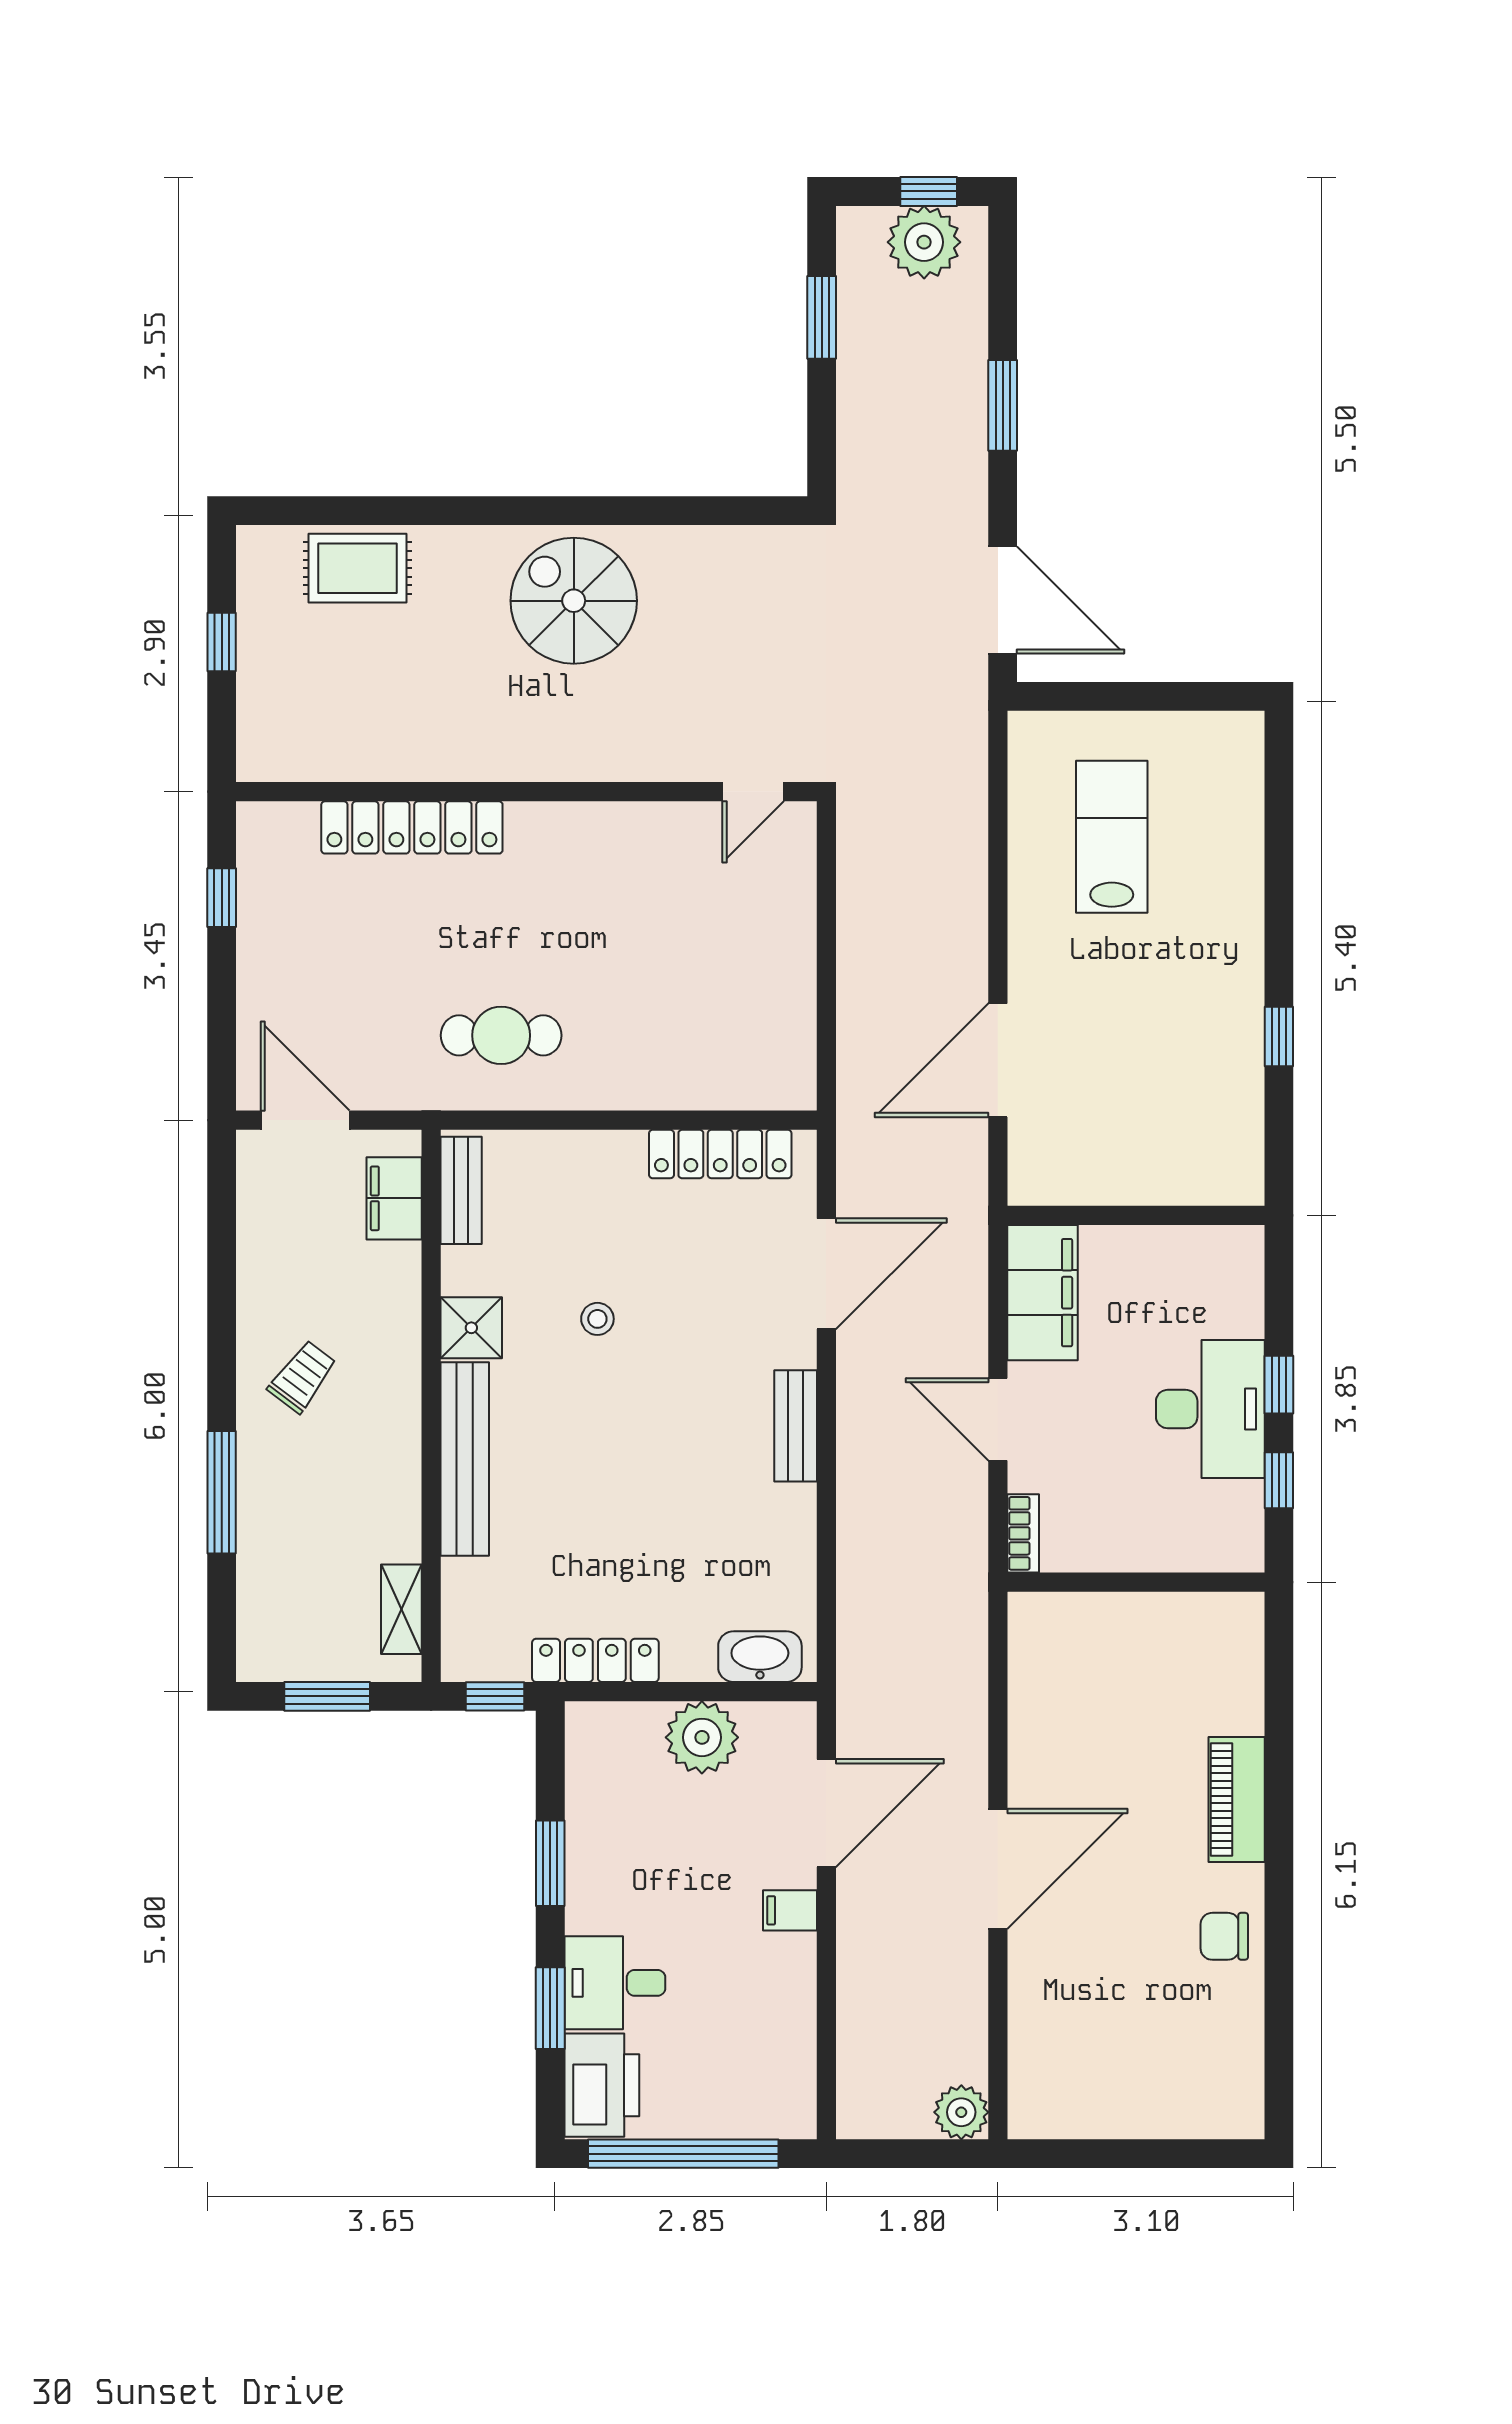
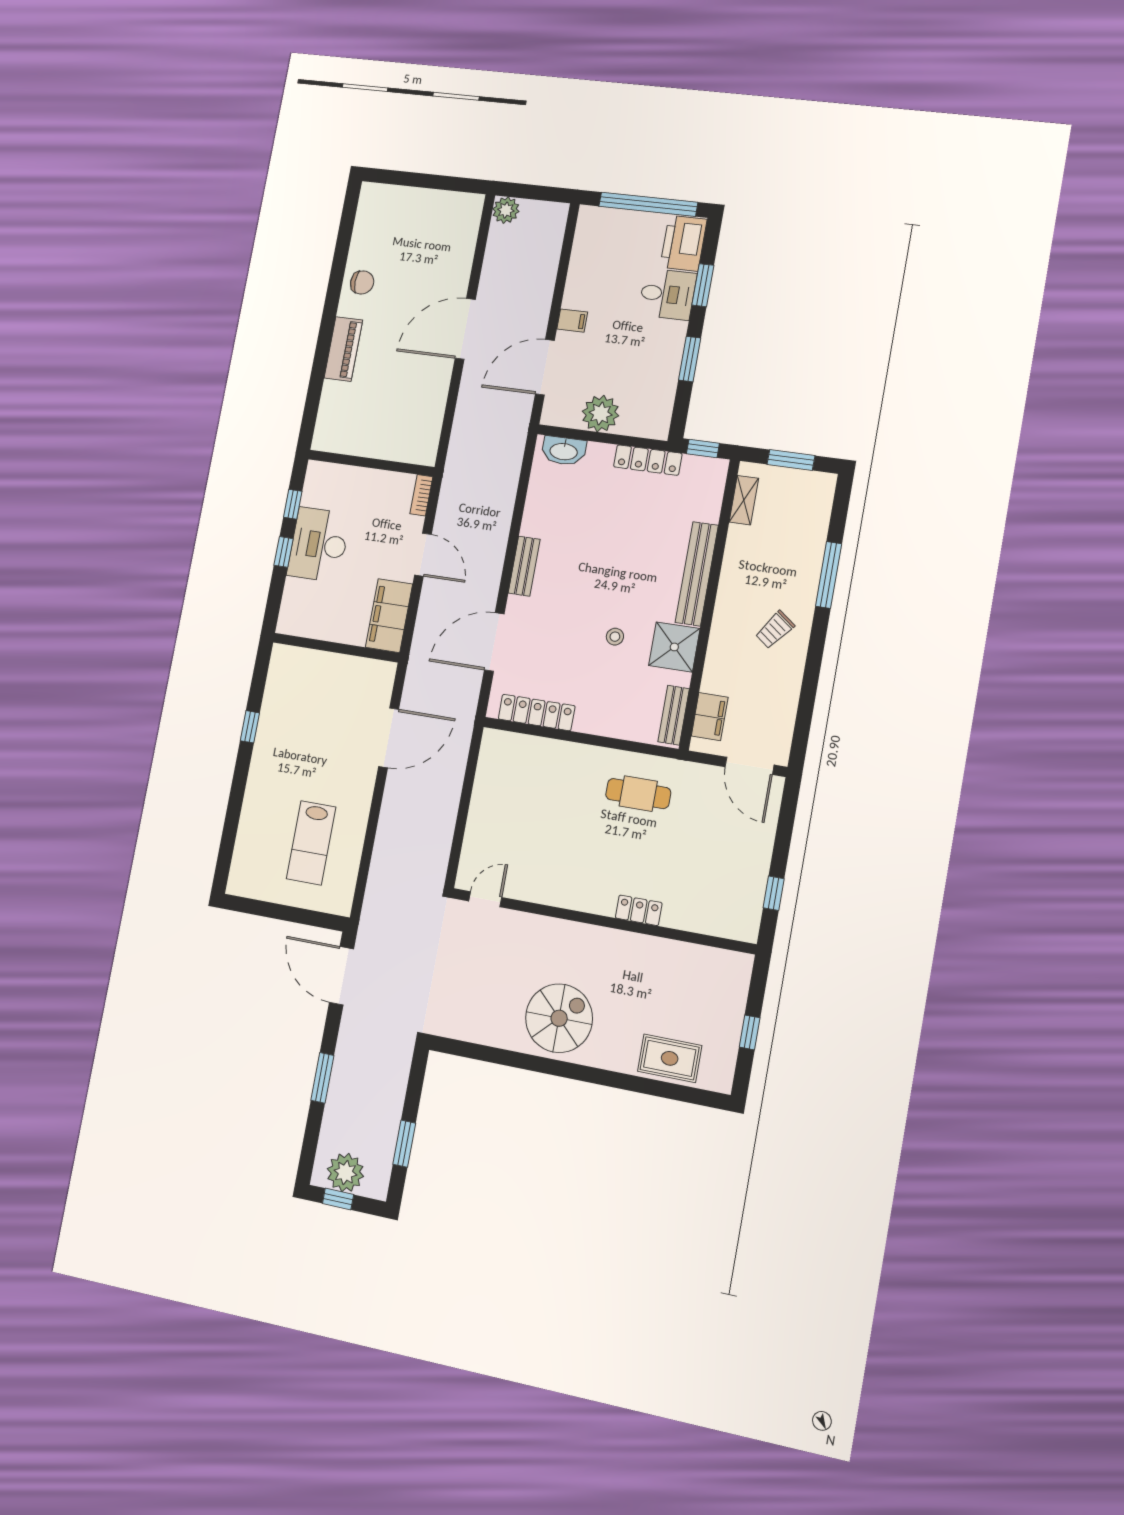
spiral stairs: (574, 601) -> (559, 1018), turned -90
locker: (412, 827) -> (639, 910), width x0.46, depth x0.83
shower: (471, 1328) -> (674, 647), width x1.36, depth x1.36

